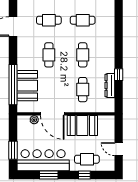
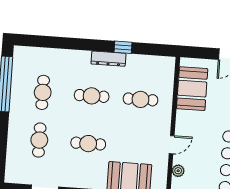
dresser: (110, 85) -> (108, 59), moved
door: (52, 114) -> (172, 145), width x0.53
booth: (82, 125) -> (192, 89), moved

